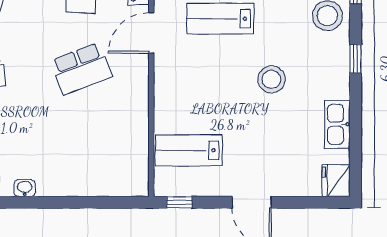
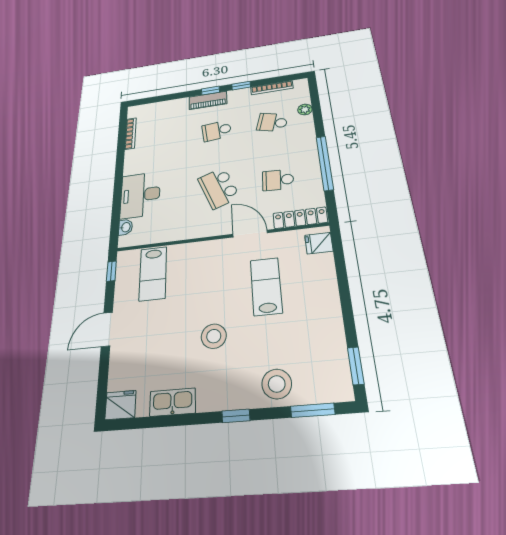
lab bench: (189, 150) -> (153, 273), turned 180
desk: (76, 171) -> (140, 195), added
washbasin: (25, 188) -> (126, 227), moved

